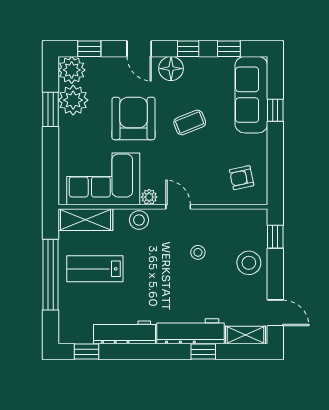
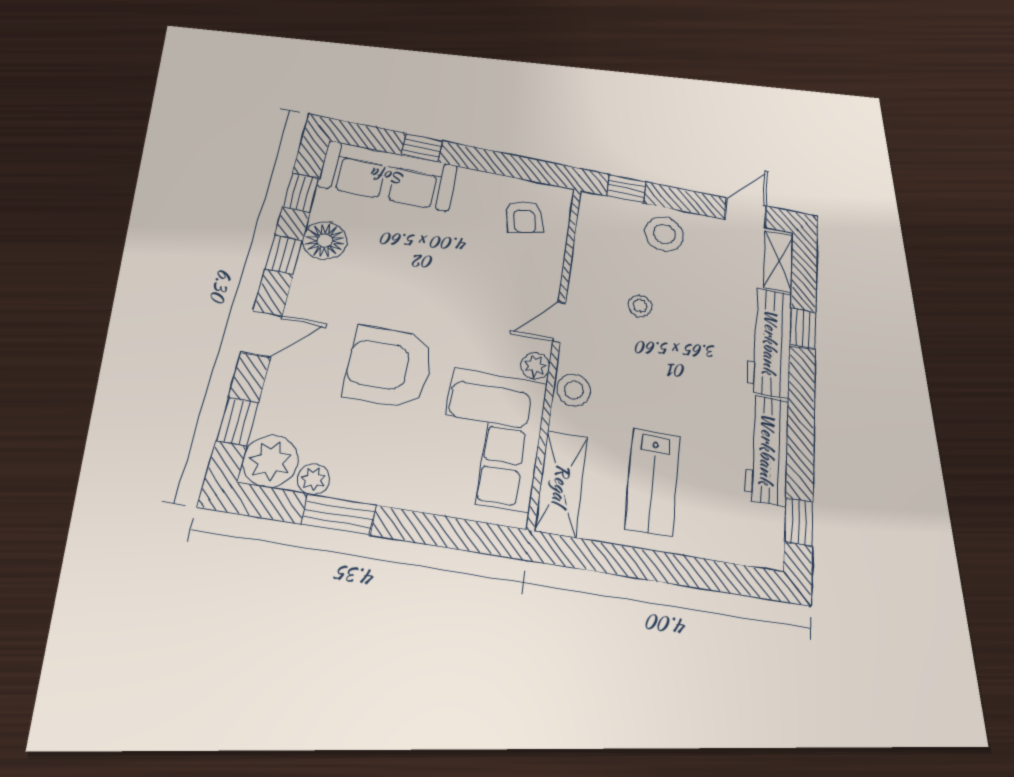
floor lamp: (171, 69) -> (325, 241), moved
plant: (73, 100) -> (314, 479), width x0.53, depth x0.53
coffee table: (190, 122) -> (416, 277), removed
window: (50, 275) -> (656, 566), removed

